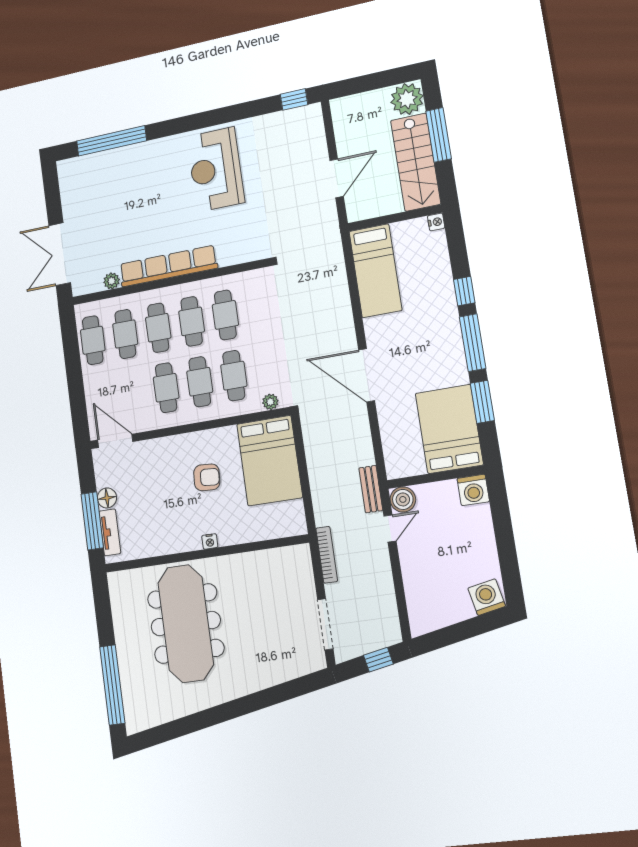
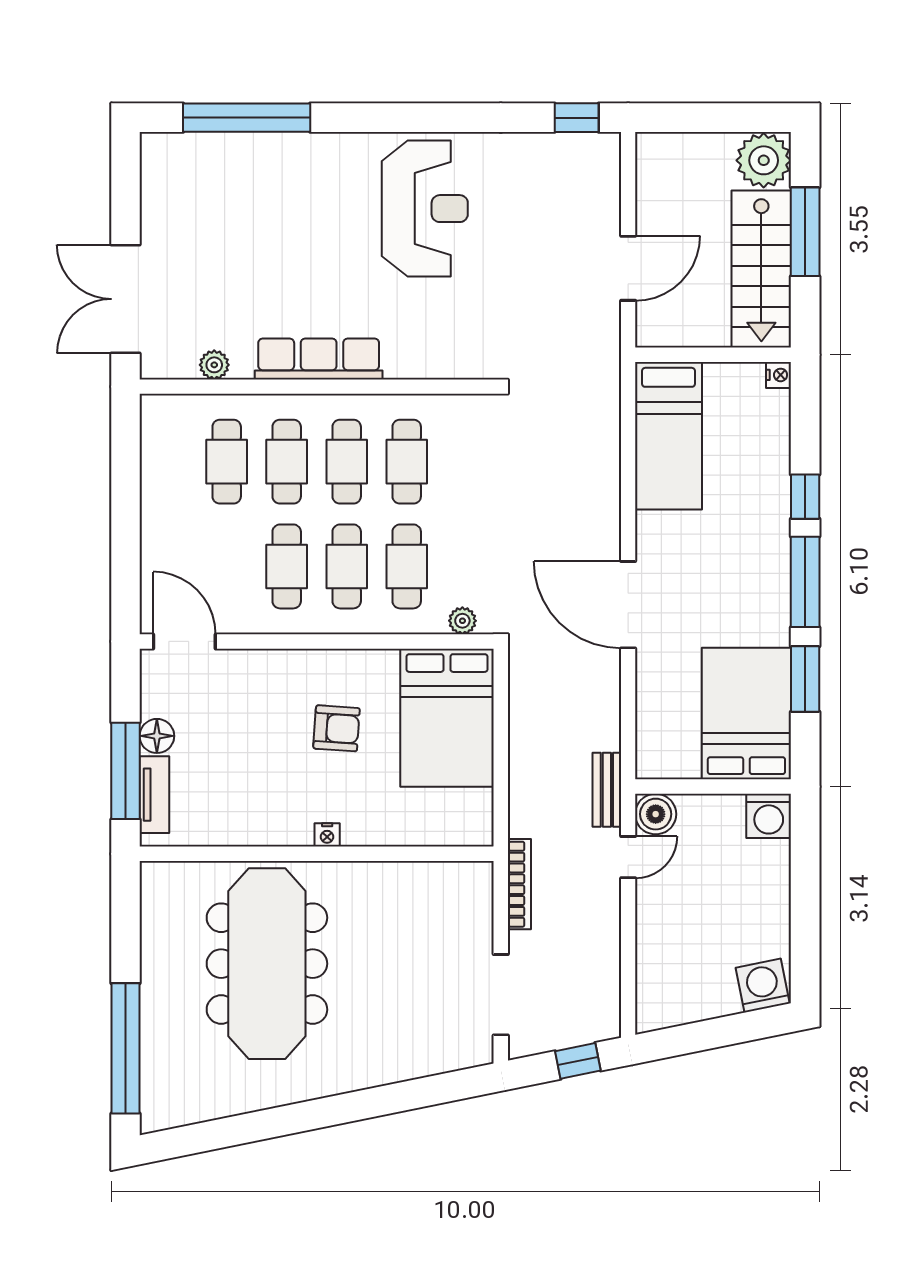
reception desk: (216, 169) -> (425, 209), turned 180
row of seats: (168, 266) -> (319, 359), width x0.73
cafe table: (93, 340) -> (167, 462), removed

